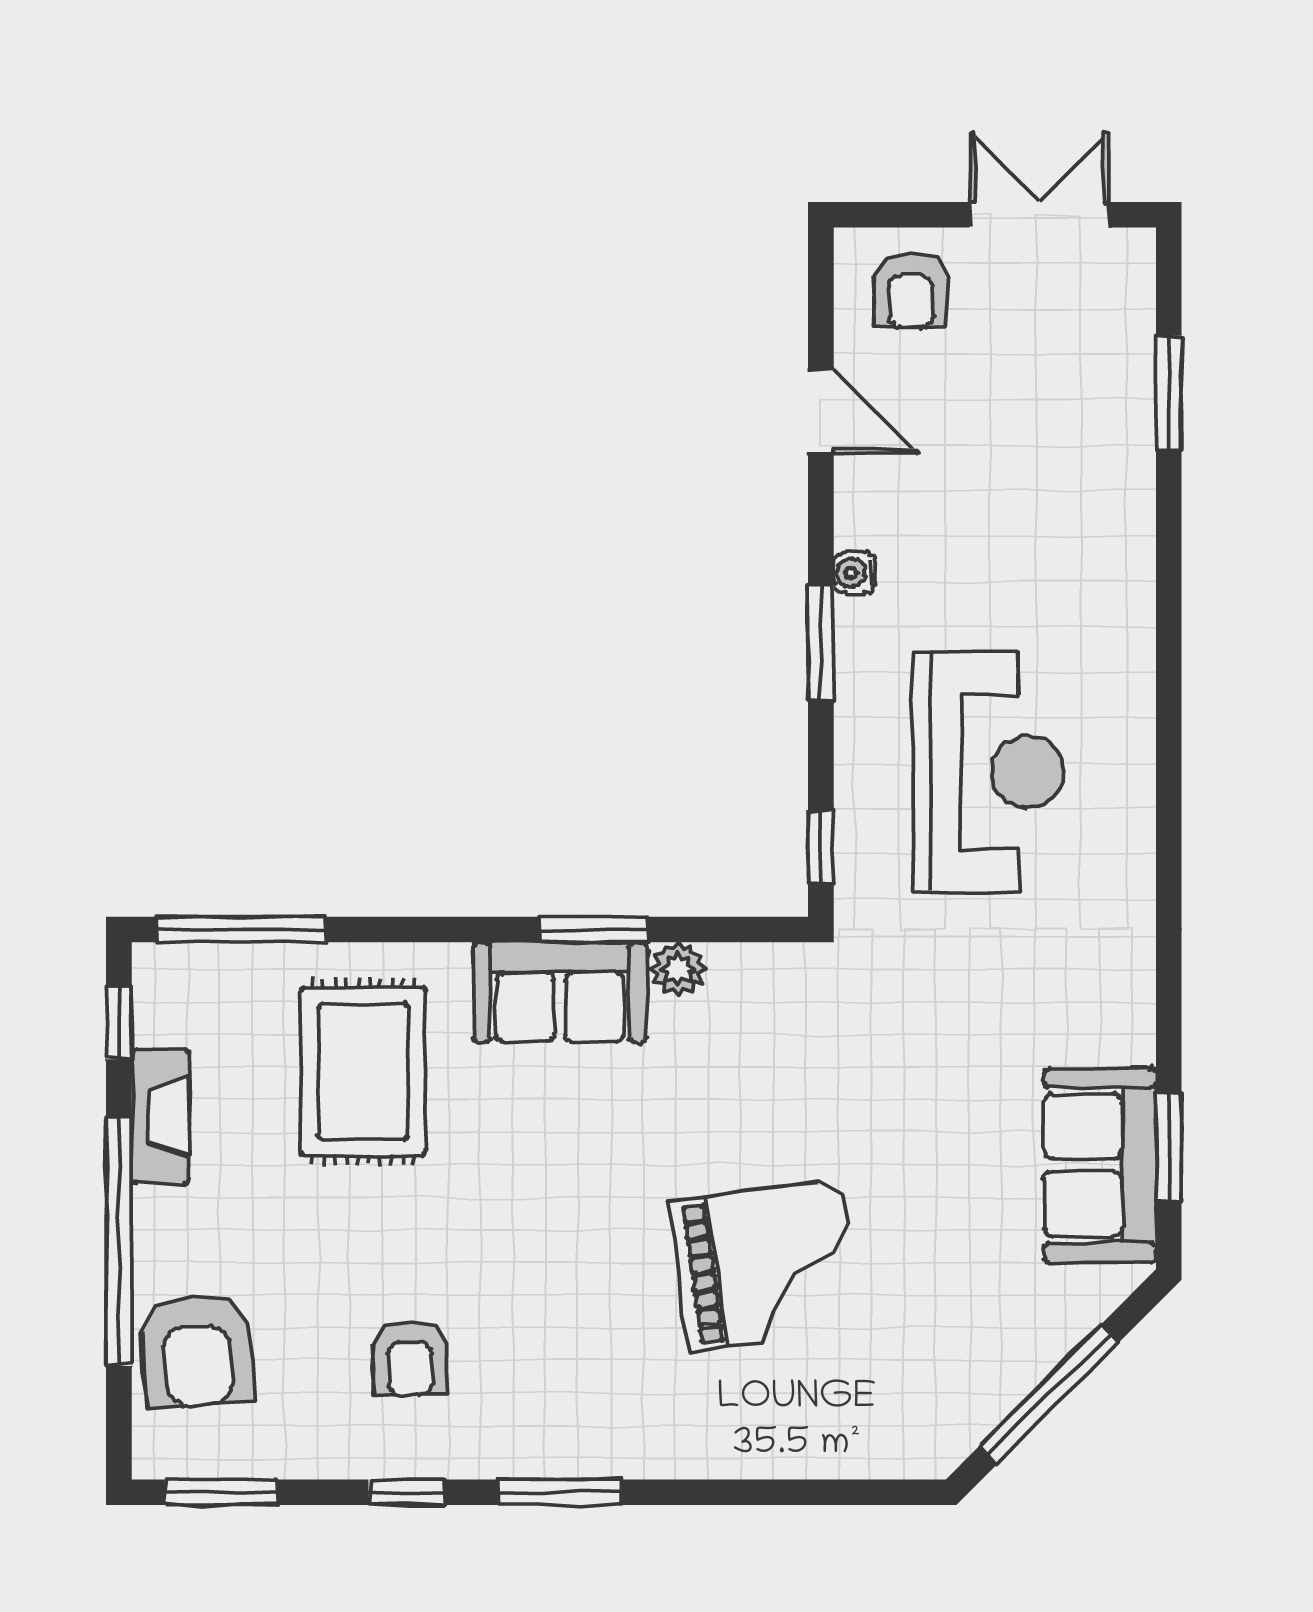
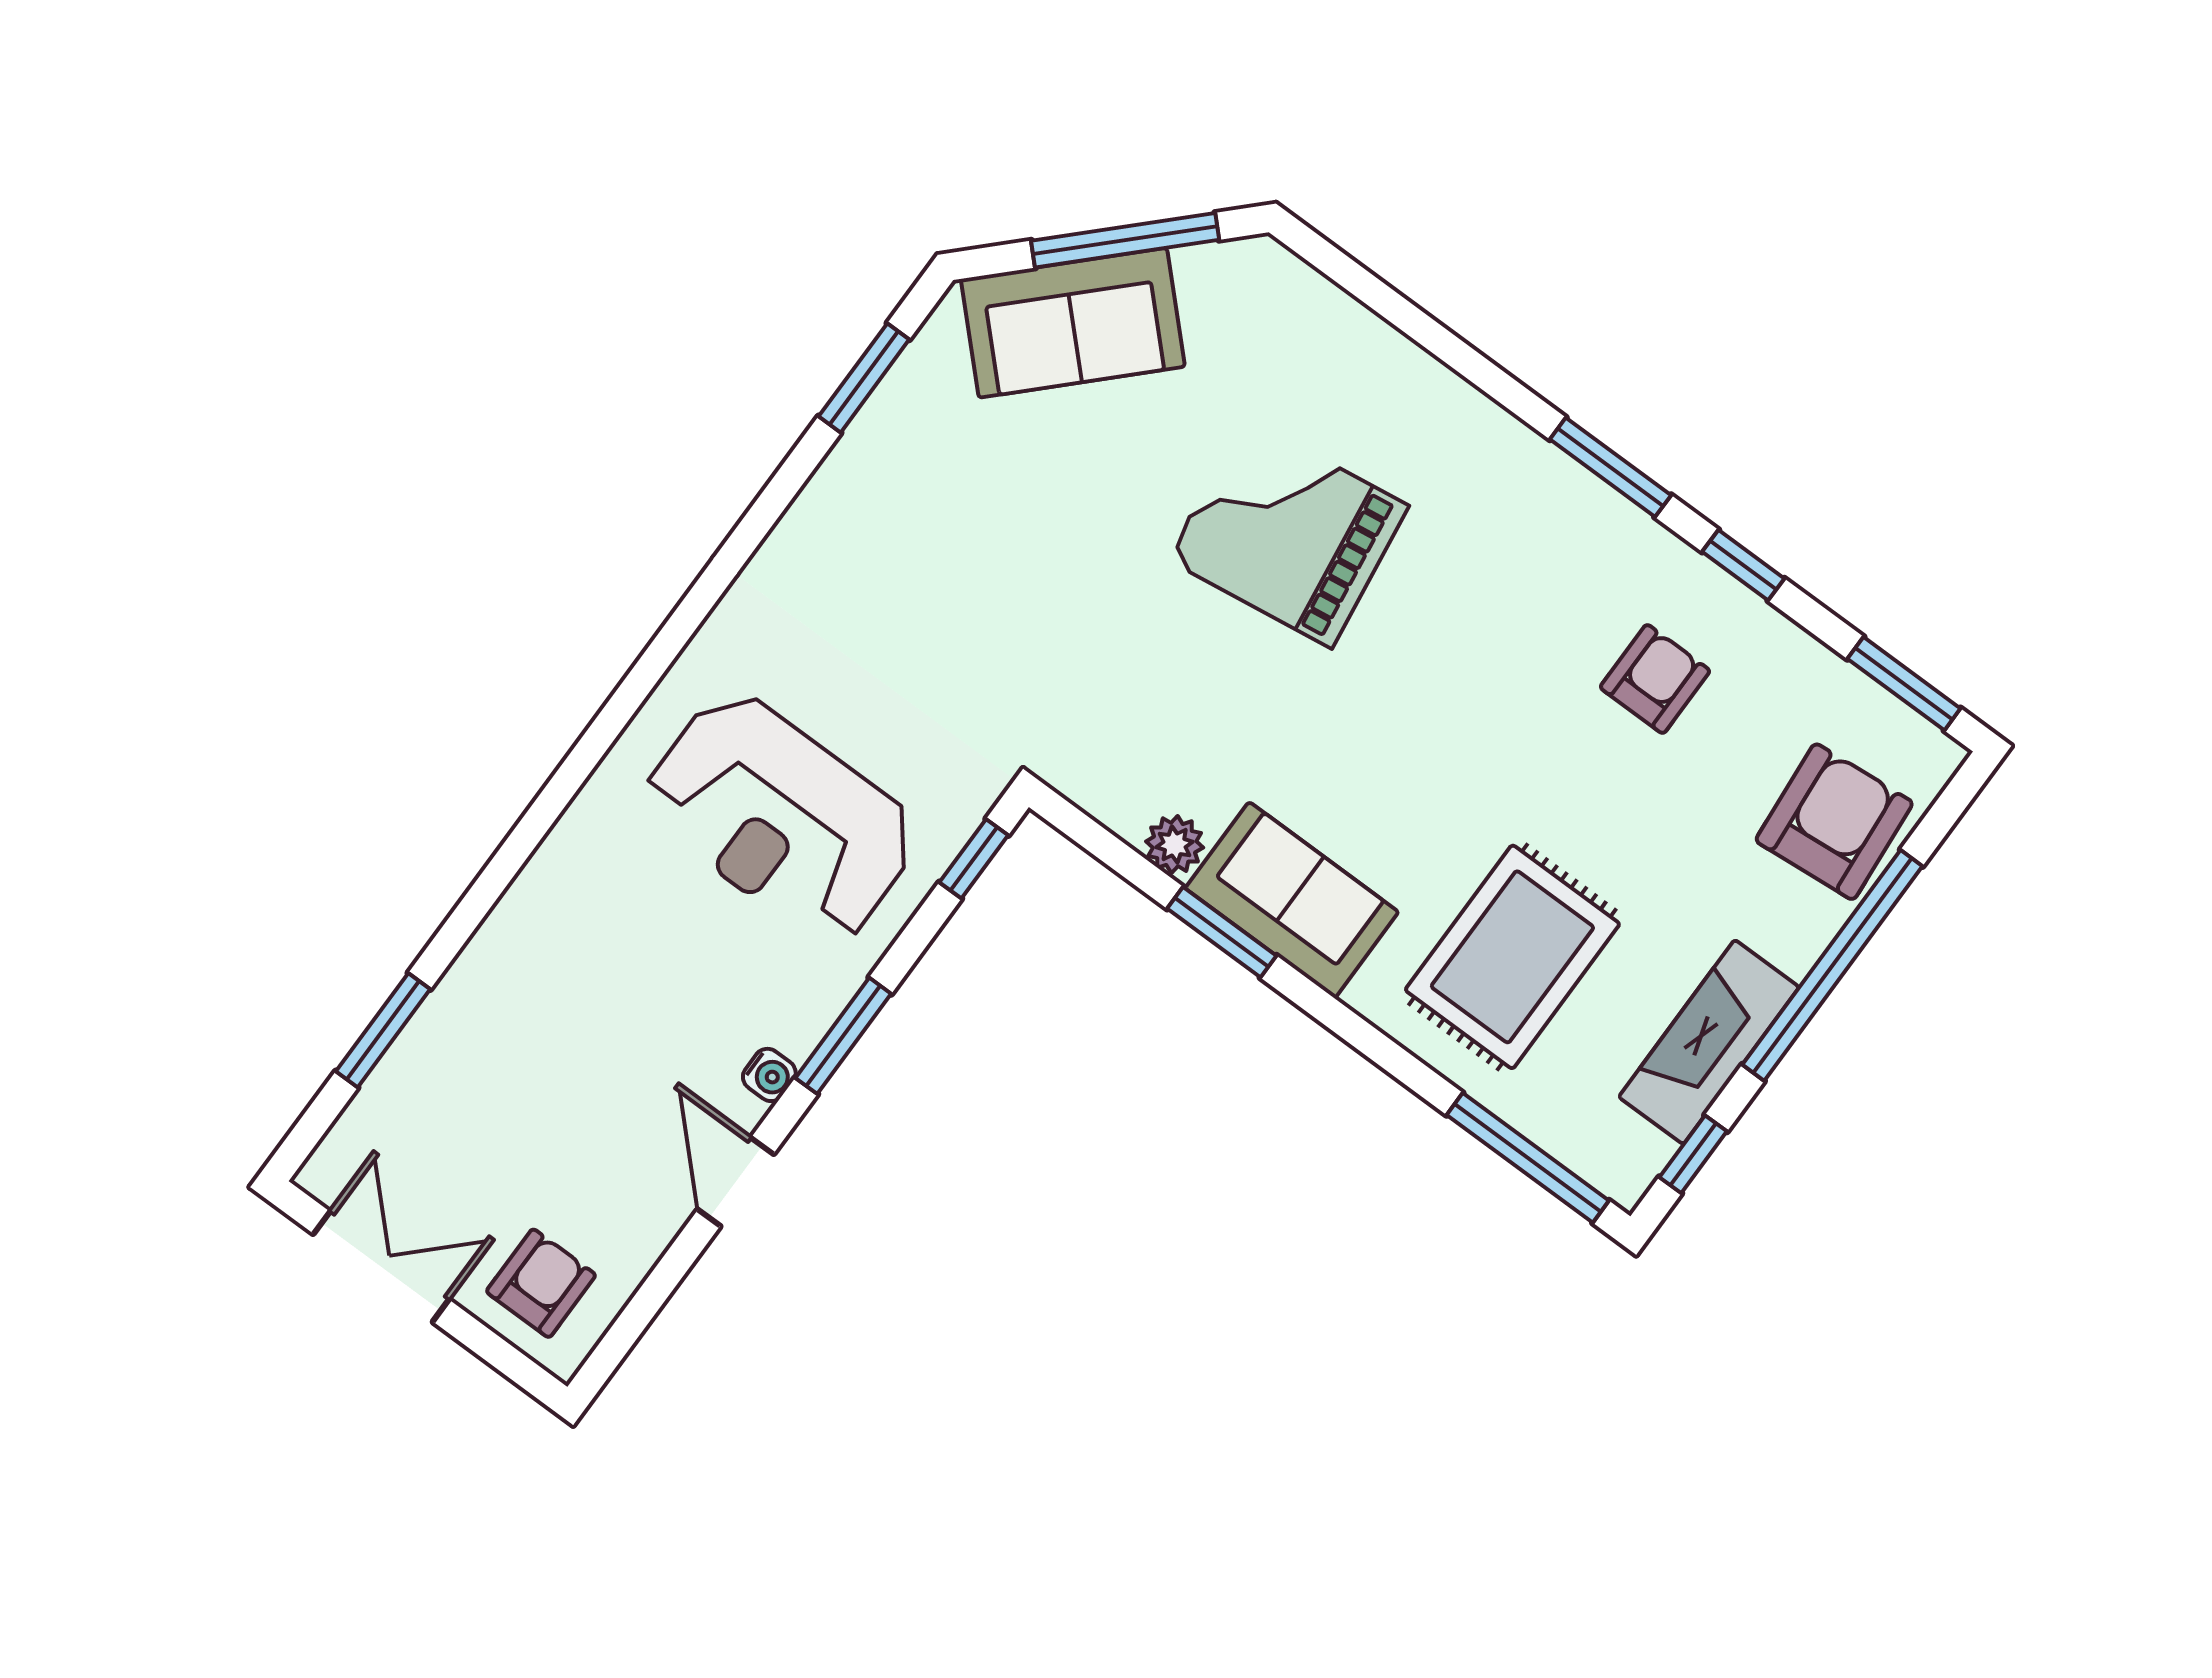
double door: (1039, 215) -> (381, 1267), swing flipped
door: (821, 412) -> (736, 1182), moved
reception desk: (988, 771) -> (781, 818), turned -90
fireplace: (160, 1116) -> (1709, 1042), width x1.37, depth x1.32
sofa: (1100, 1165) -> (1073, 323), moved, turned 45

